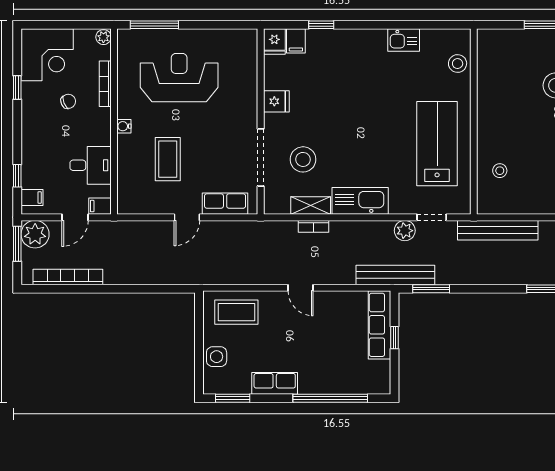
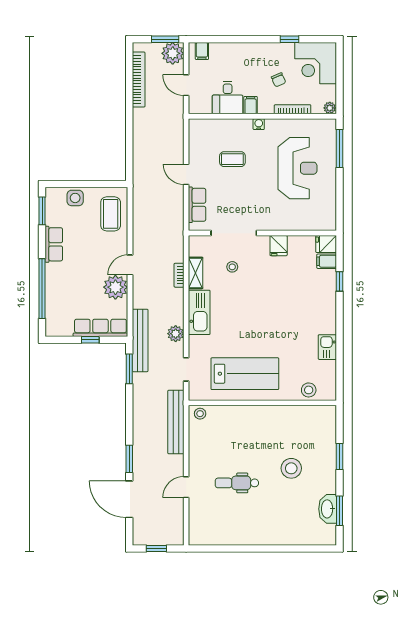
coffee table: (168, 159) -> (232, 159), width x0.73, depth x0.77
stool: (303, 159) -> (232, 267), width x0.53, depth x0.53
stool: (500, 171) -> (200, 414), moved
window: (17, 176) -> (219, 39), removed
filing cabinet: (100, 206) -> (251, 105), moved
plant: (405, 231) -> (176, 334), moved
plant: (329, 306) -> (115, 287), added

